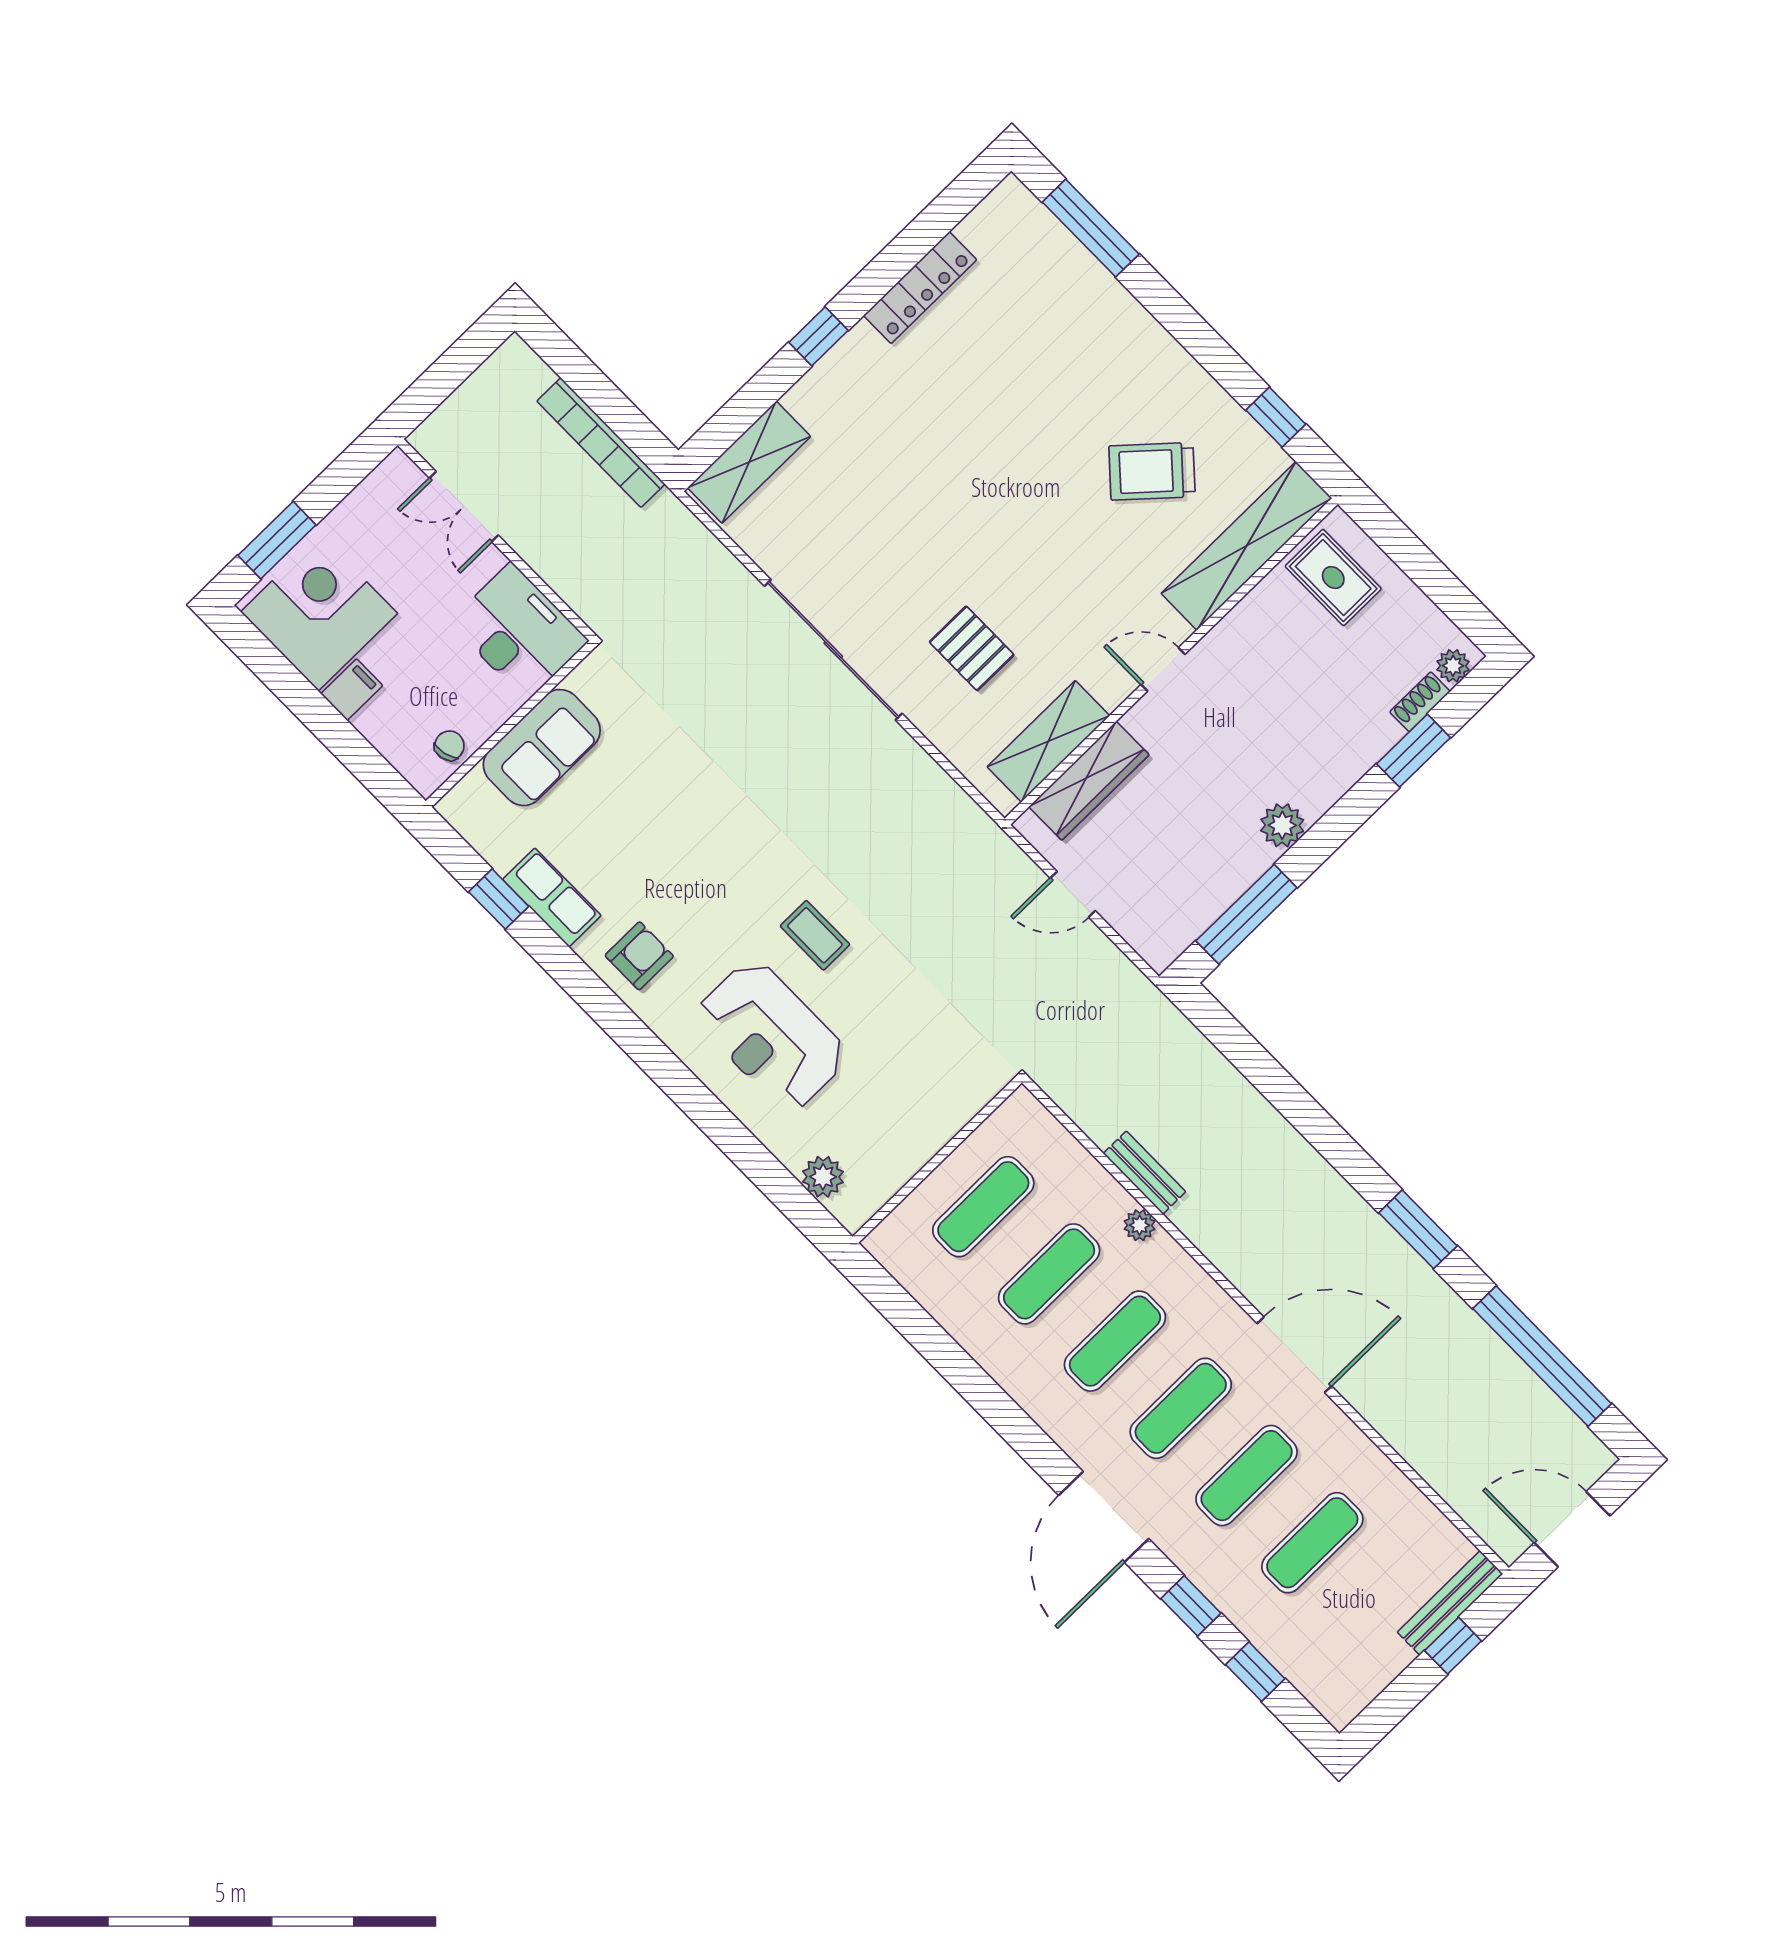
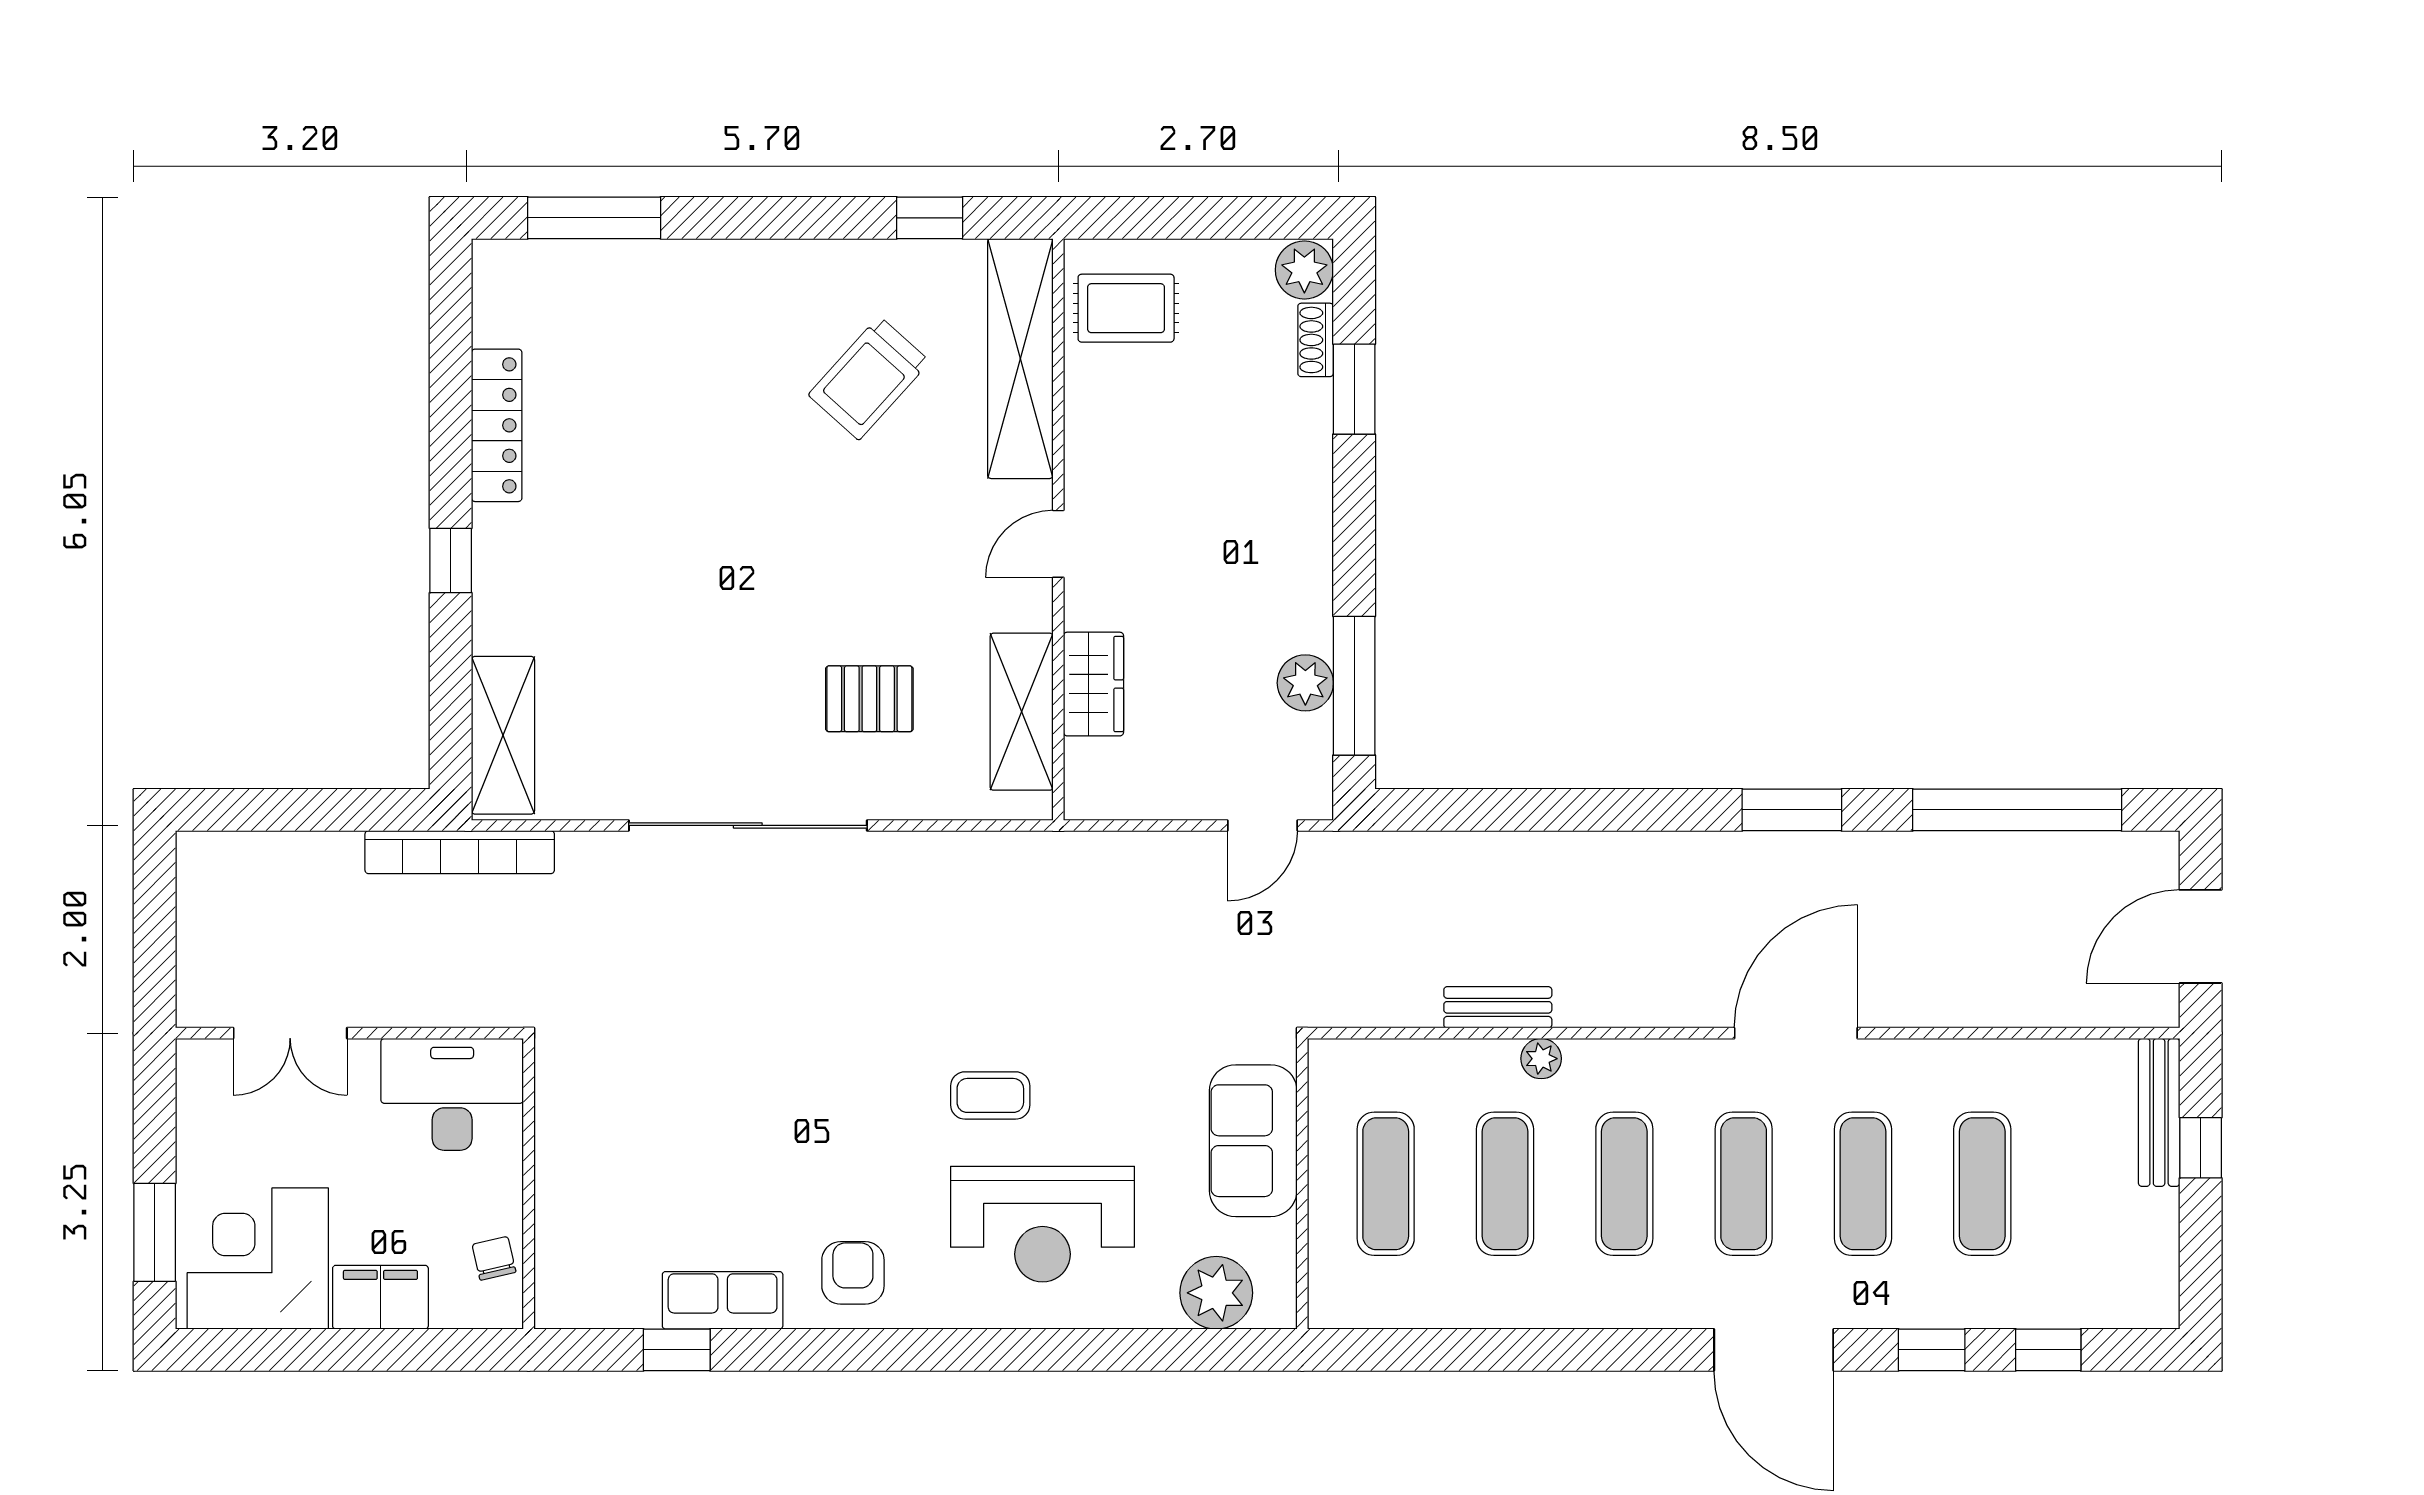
bookcase: (601, 443) -> (460, 852), moved
plant: (1453, 666) -> (1304, 270), width x1.38, depth x1.38
filing cabinet: (352, 690) -> (380, 1297), width x2.00
sofa: (542, 748) -> (1253, 1141), moved, turned 180
wardrobe: (1089, 781) -> (1093, 684), width x0.67
plant: (1282, 825) -> (1305, 683), moved
door: (1073, 894) -> (1262, 825), moved
plant: (823, 1177) -> (1216, 1293), width x1.36, depth x1.36

